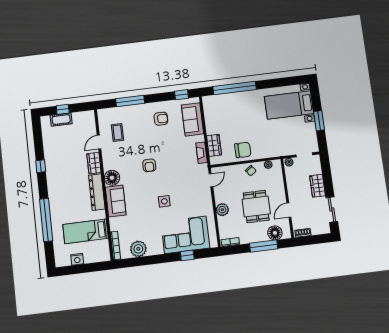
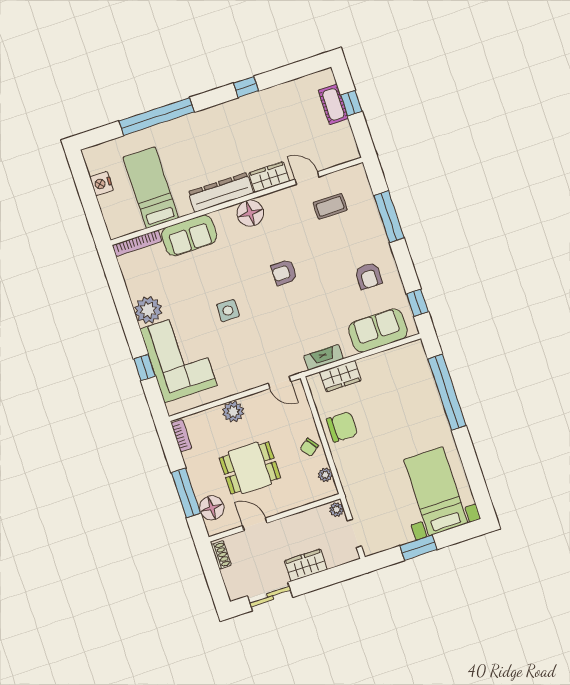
chair: (243, 150) -> (342, 427), turned -90
sofa: (116, 201) -> (189, 235), moved
plant: (138, 249) -> (148, 310), moved

